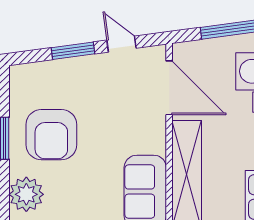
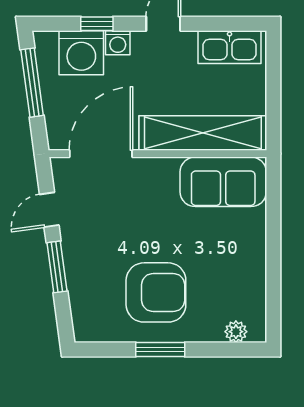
plant: (26, 194) -> (236, 332), width x0.53, depth x0.53

